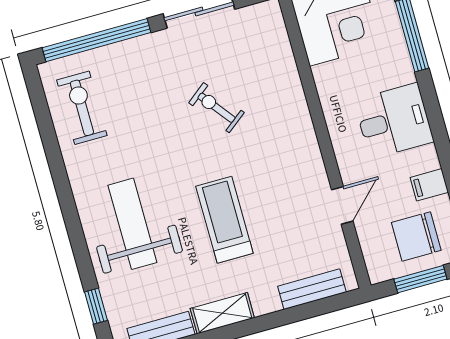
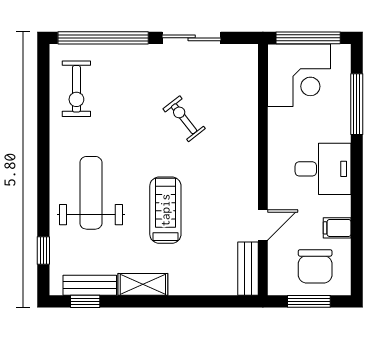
exercise bike: (82, 108) -> (76, 89), turned 180
chair: (416, 236) -> (315, 266), turned -90
bench: (312, 289) -> (248, 269), moved, turned 90

